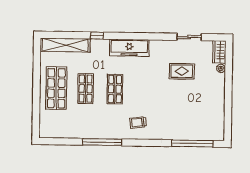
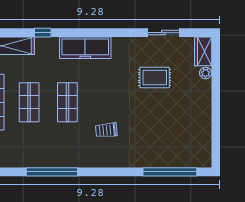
trolley: (138, 123) -> (106, 130), moved

